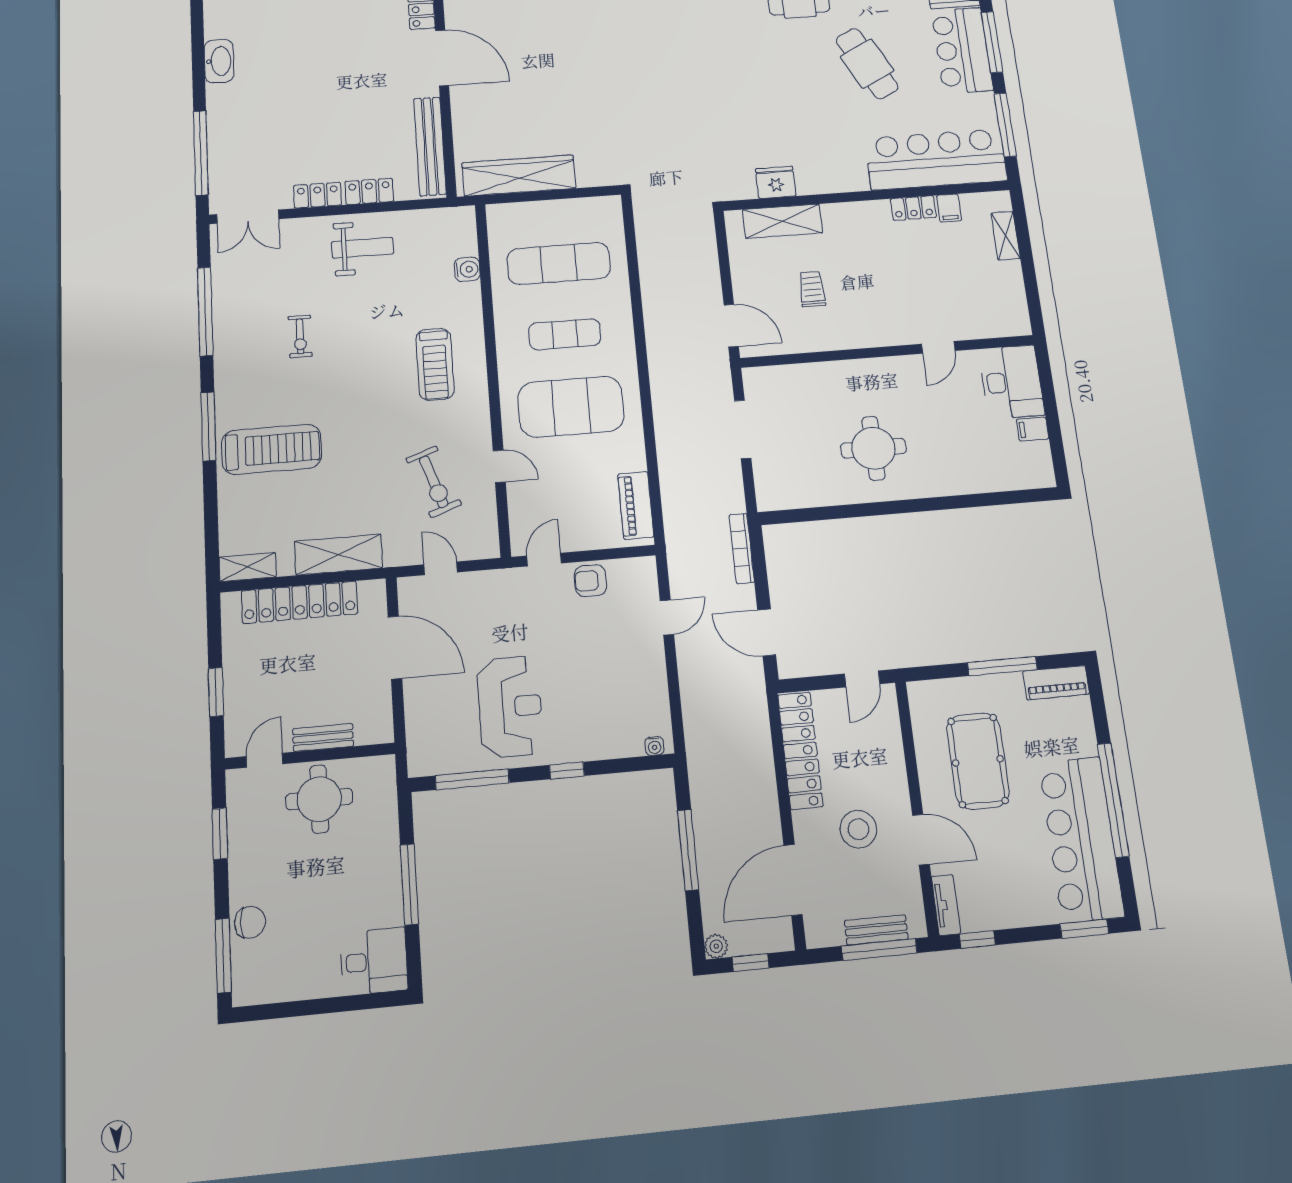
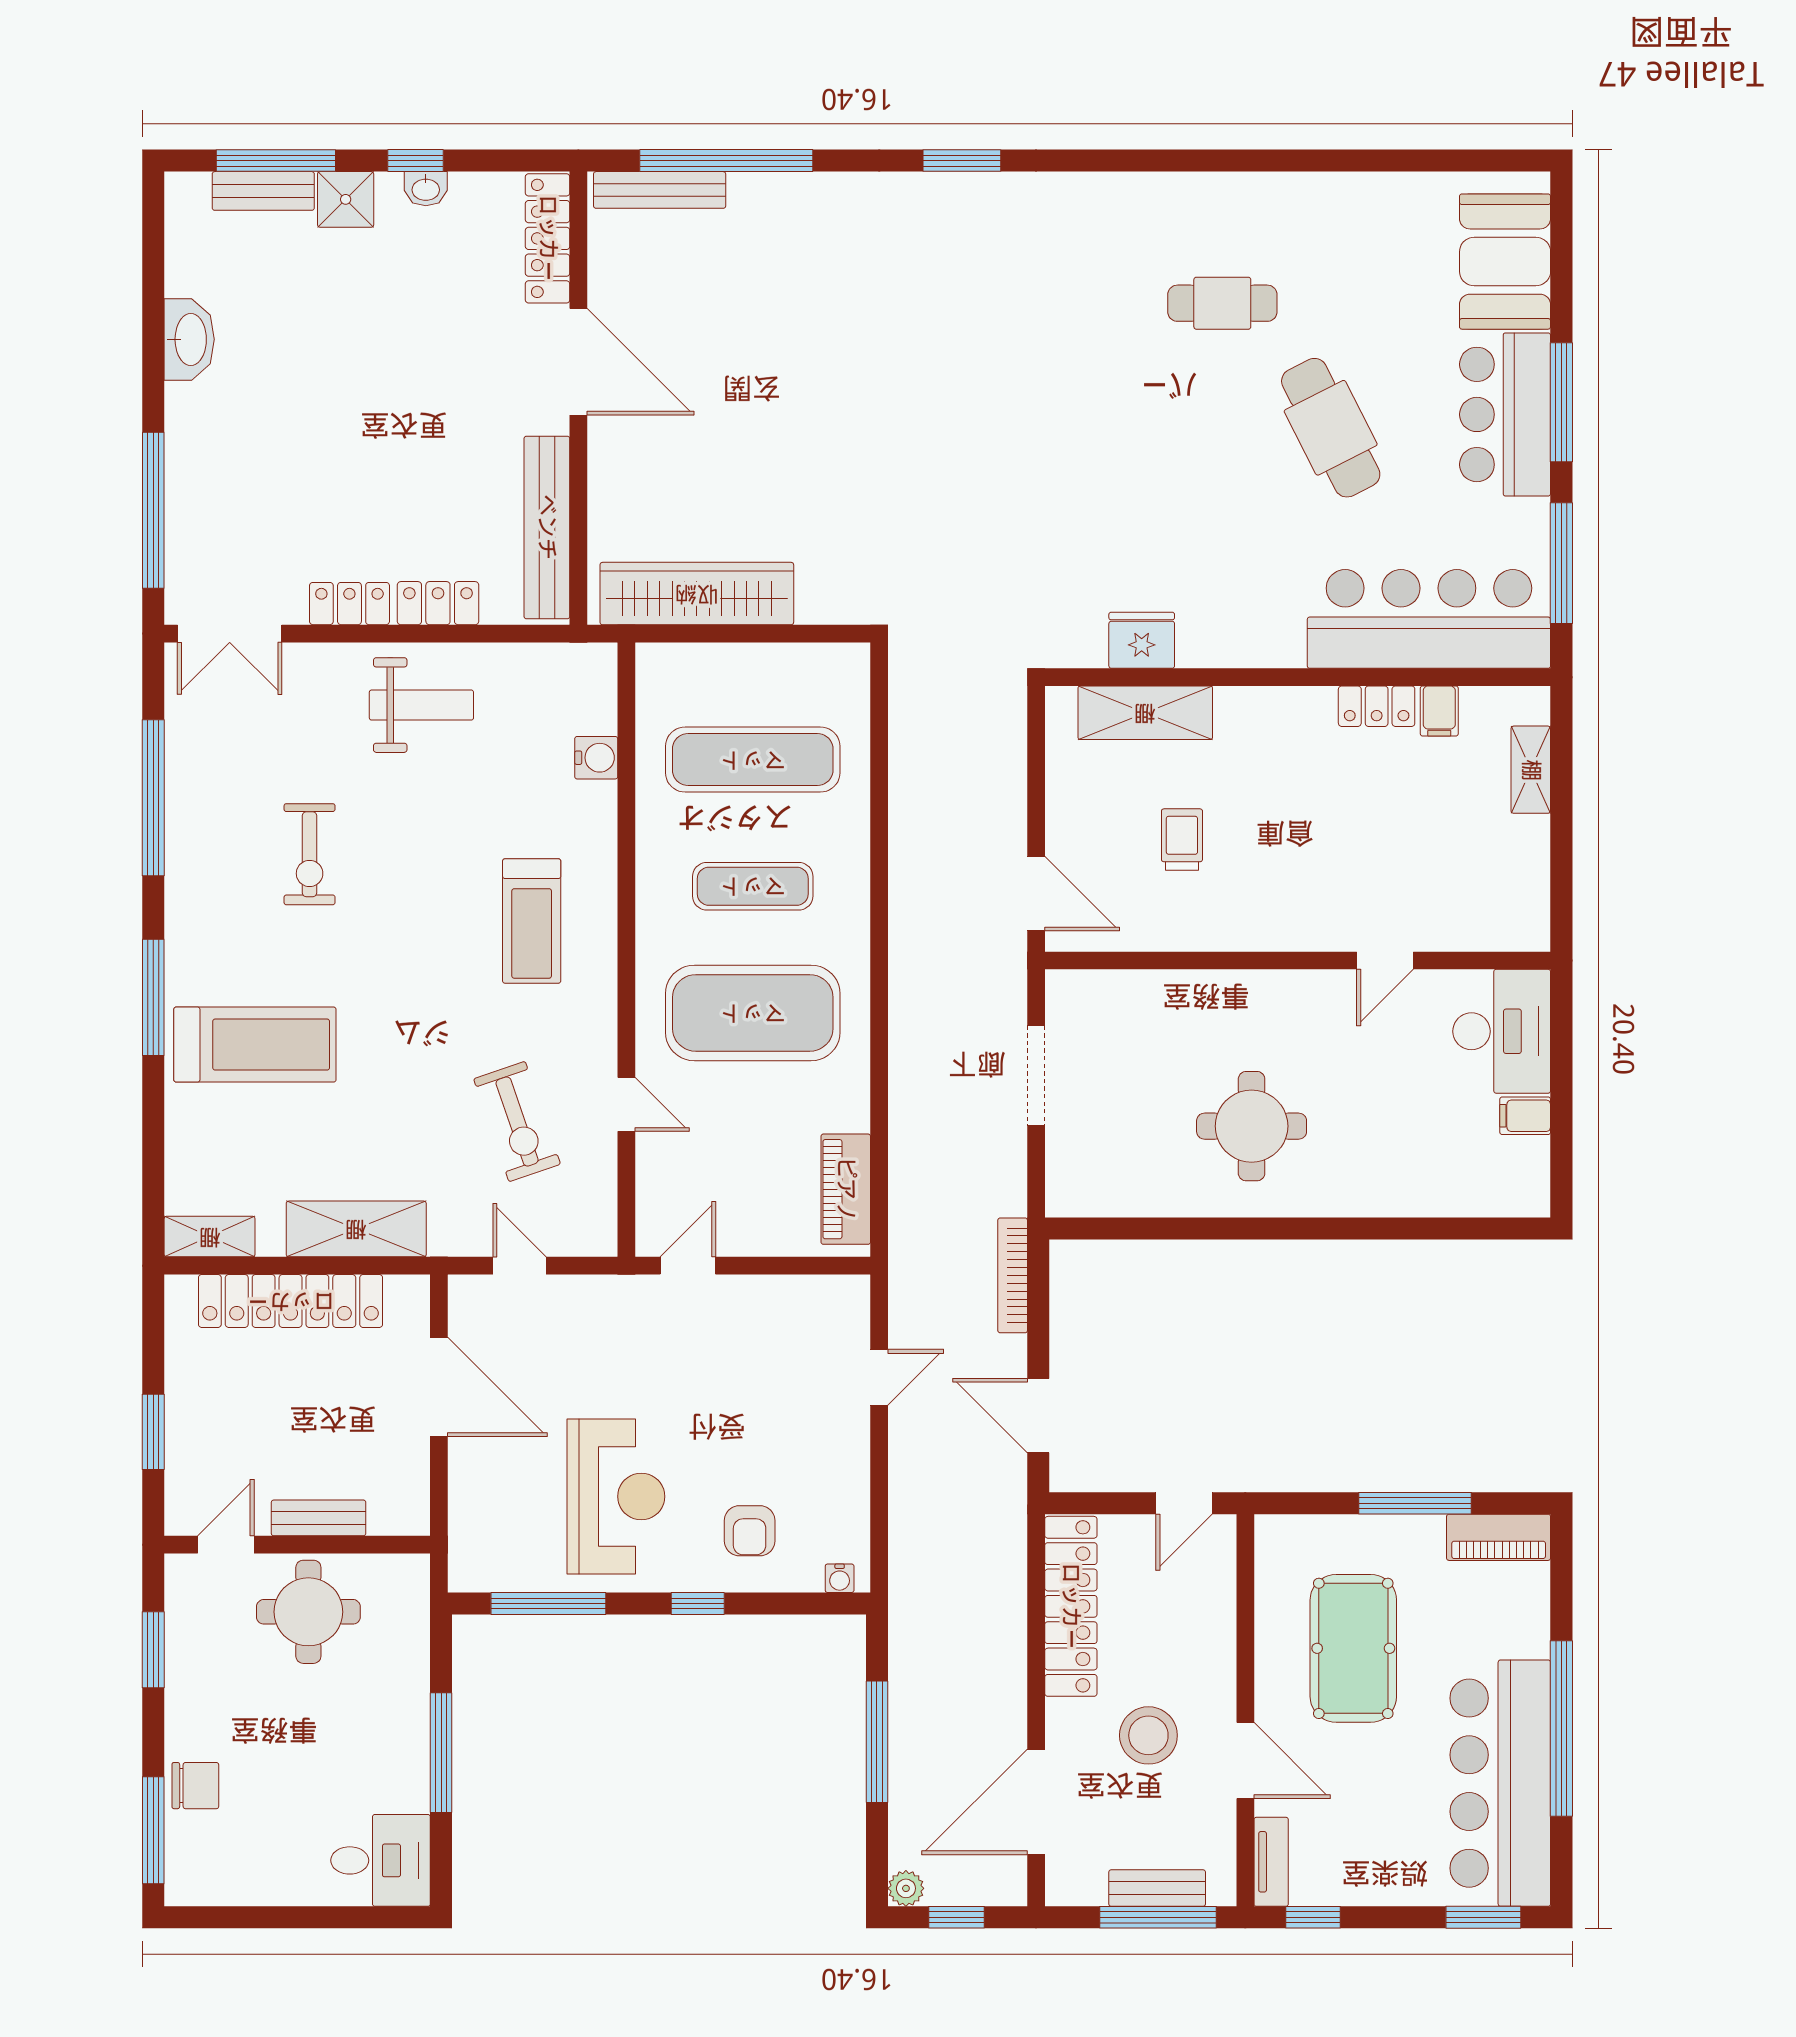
exercise bike: (300, 336) -> (310, 854), width x1.38, depth x1.39
armchair: (590, 581) -> (750, 1531), moved, turned -90

